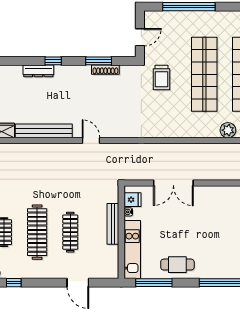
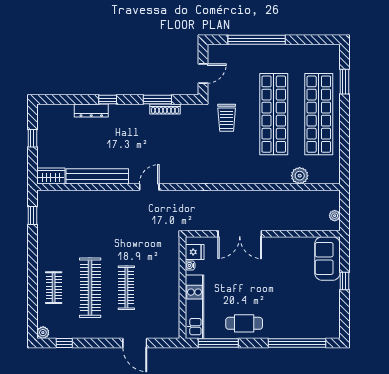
door: (91, 141) -> (149, 187), hinge flipped
bench: (113, 224) -> (173, 279), removed

